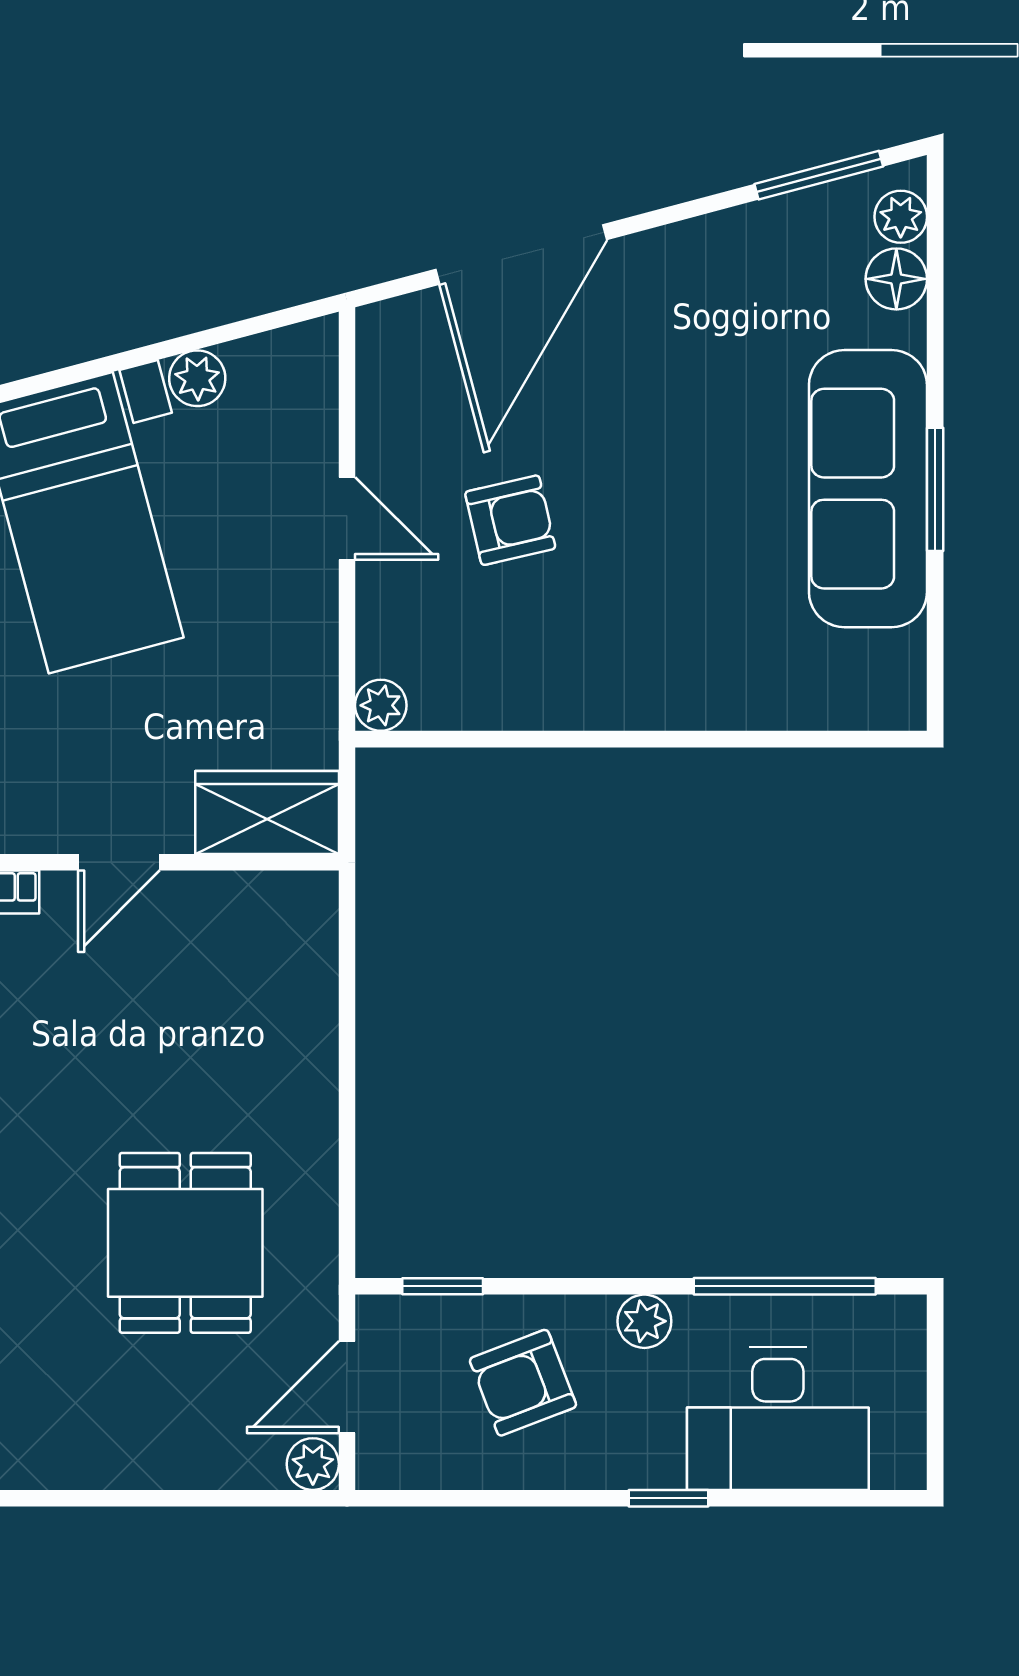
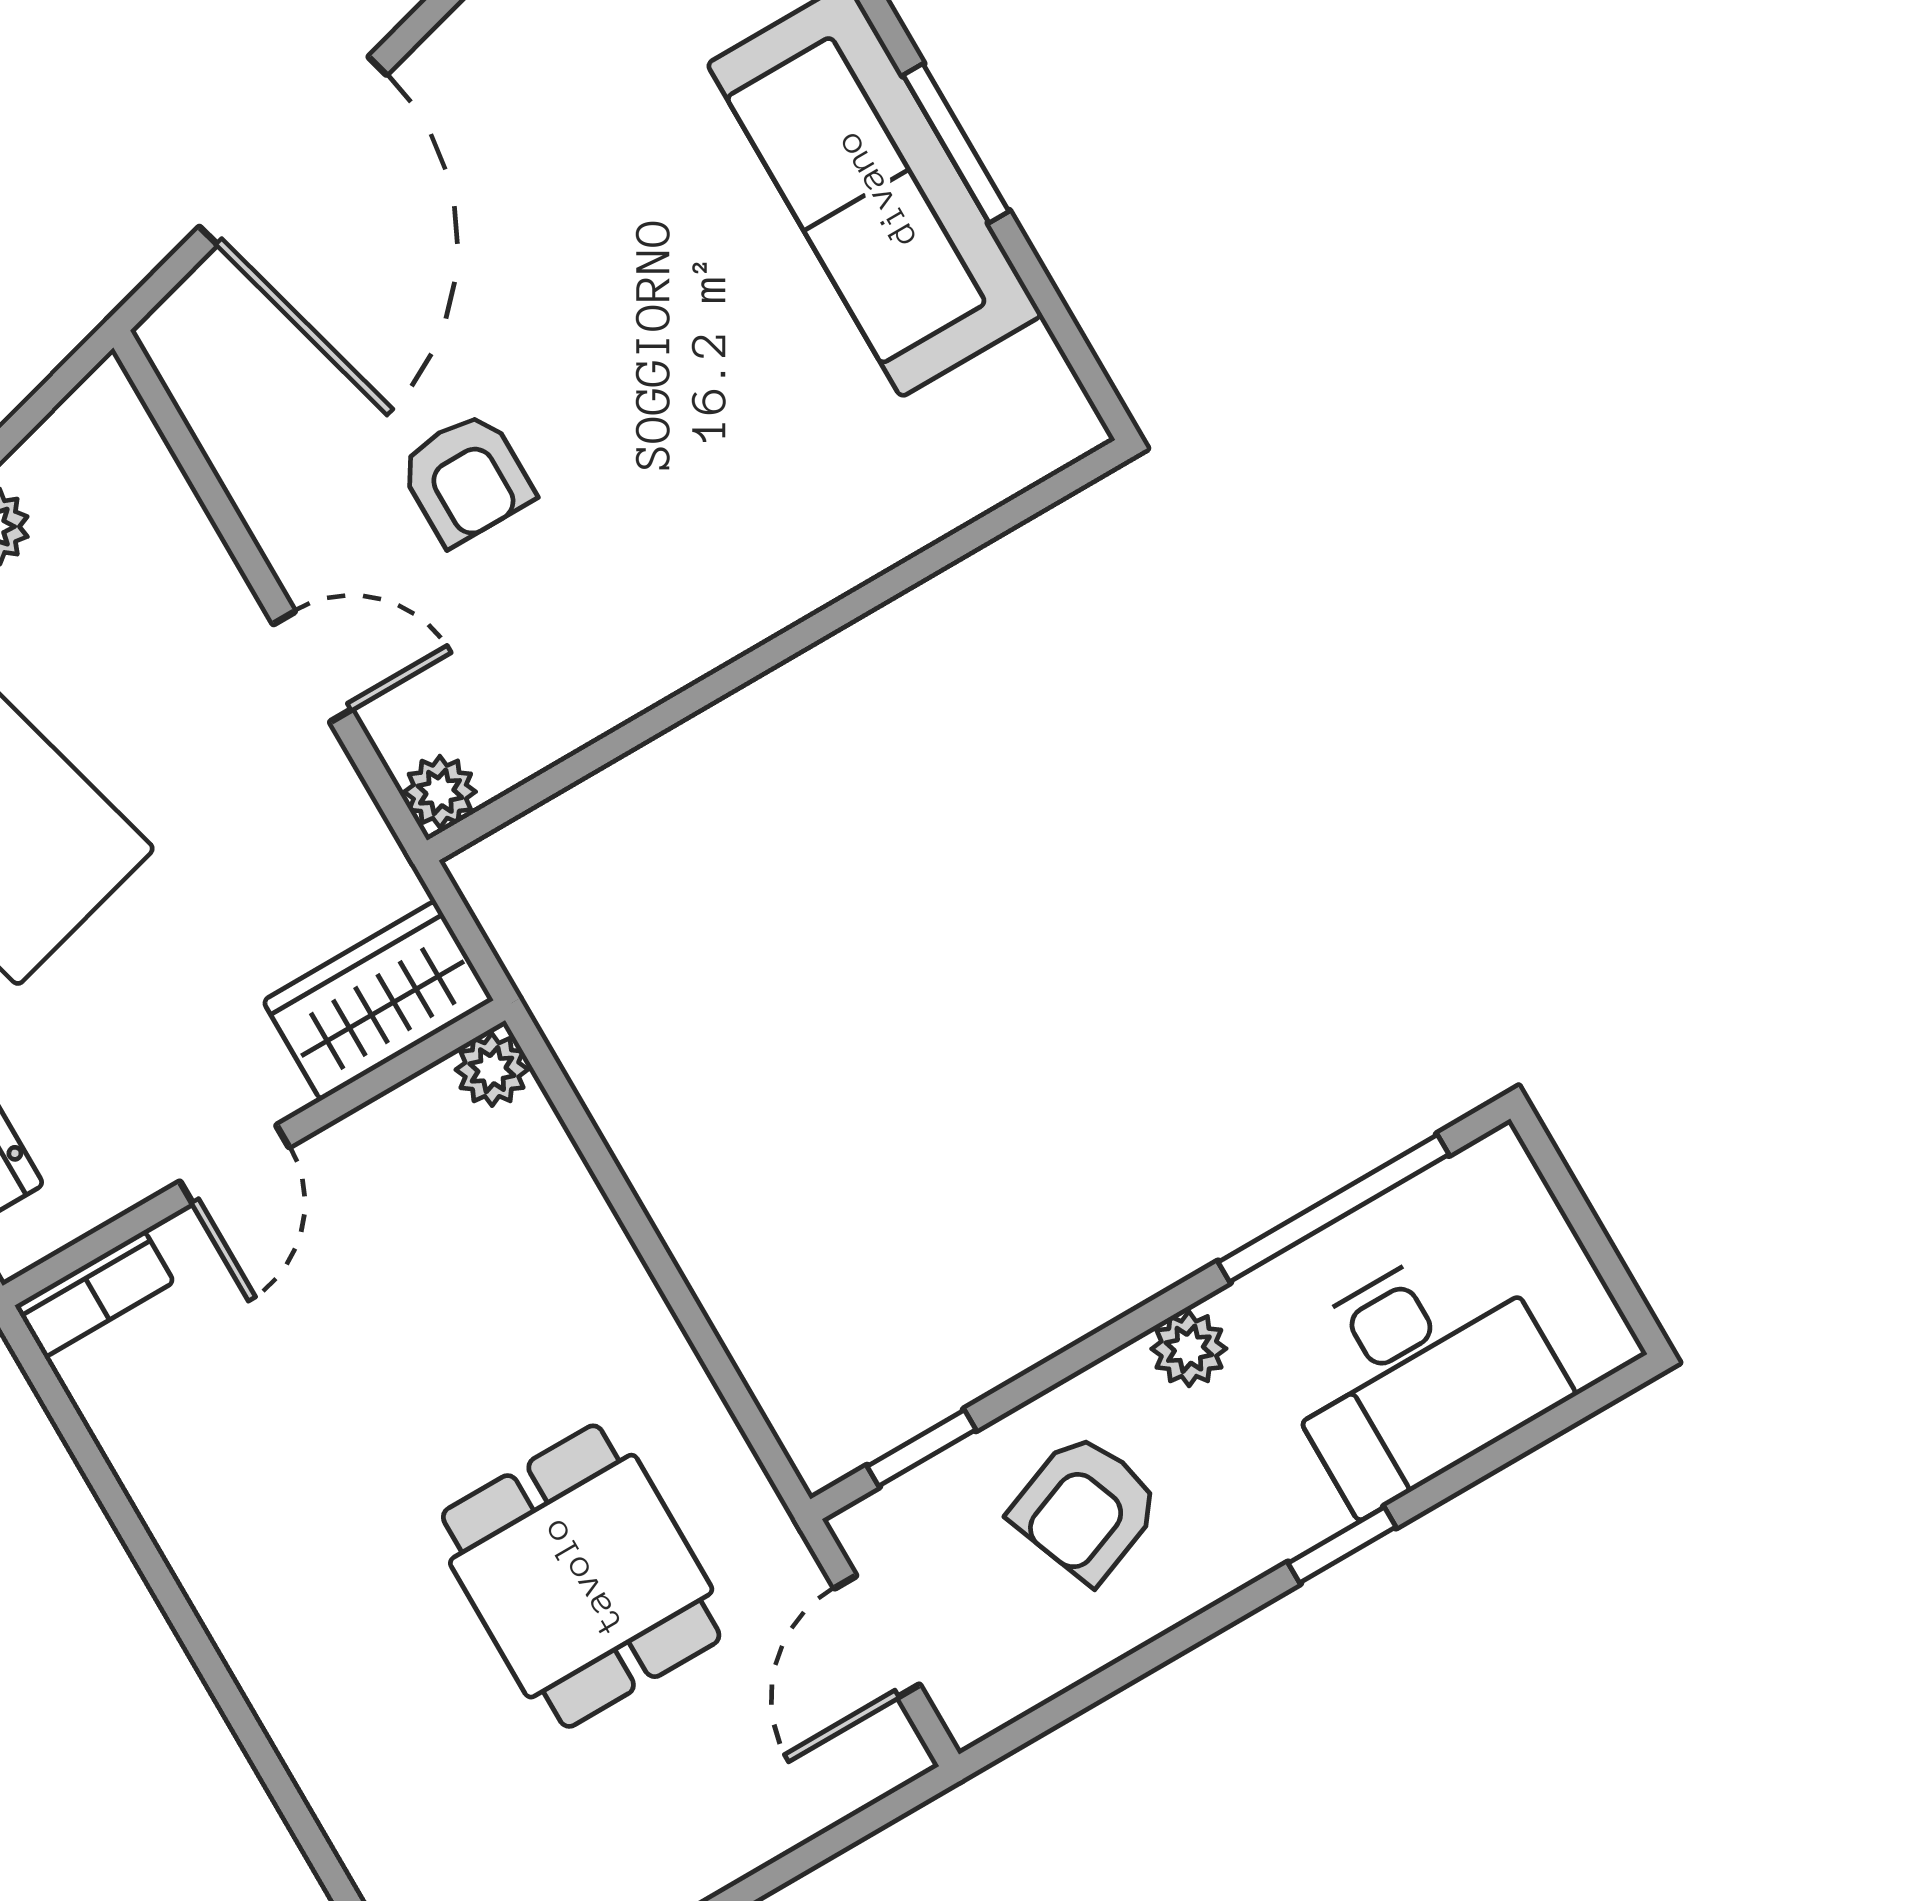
door: (347, 518) -> (313, 667), moved
armchair: (510, 520) -> (466, 478), turned 103
plant: (313, 1464) -> (492, 1070), moved

